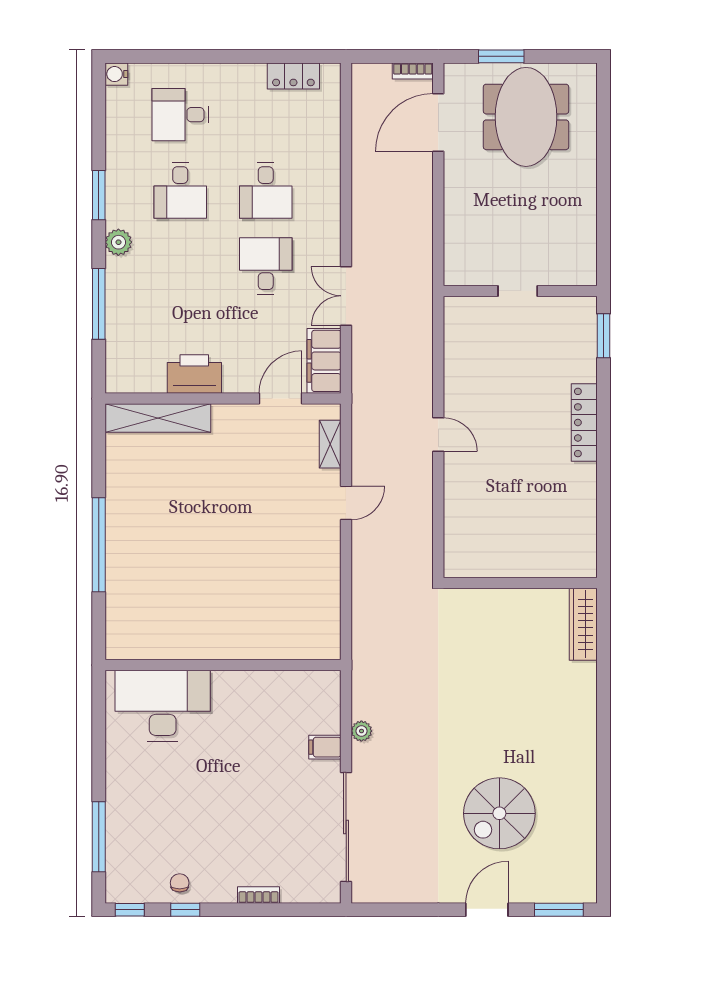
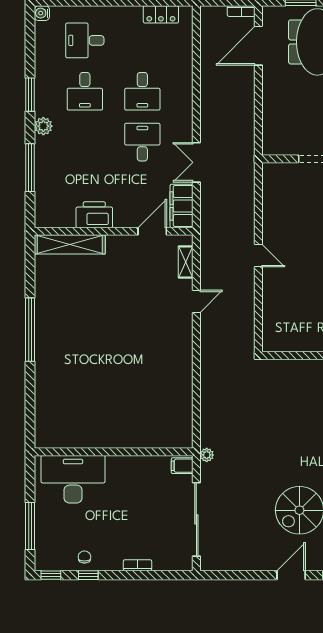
wall: (223, 665) -> (114, 452), moved
desk: (163, 706) -> (73, 479), moved

